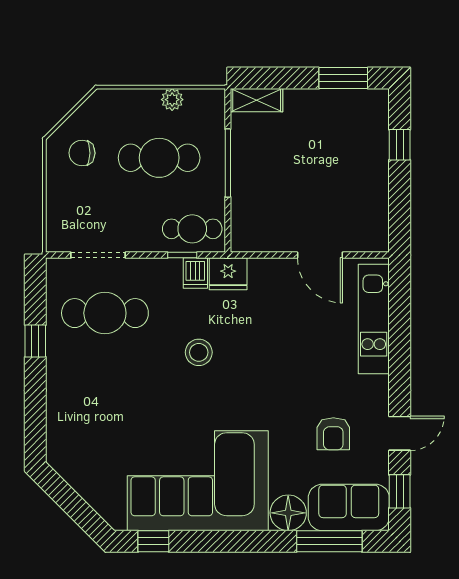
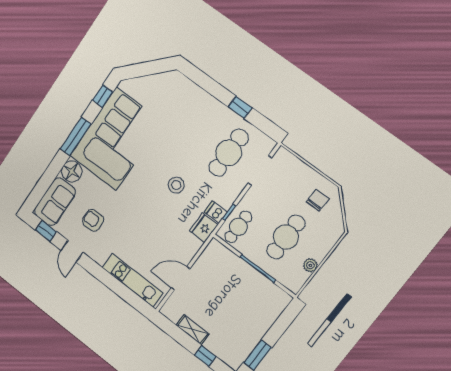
shelving: (257, 100) -> (193, 330), moved, turned 90
window: (329, 541) -> (76, 137), moved

